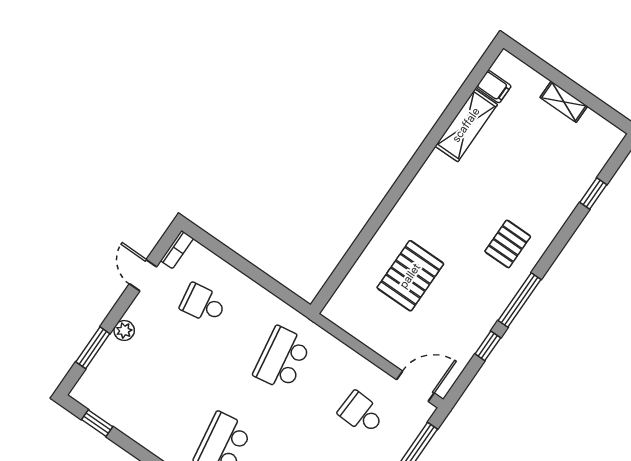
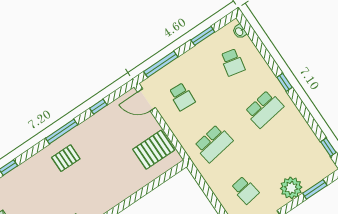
pallet: (410, 276) -> (154, 150), moved
window: (520, 300) -> (62, 131), moved
plant: (124, 331) -> (291, 188), width x1.88, depth x1.88

